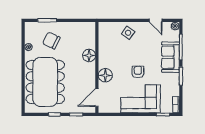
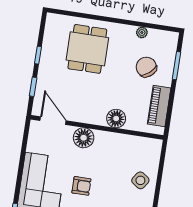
piano: (76, 28) -> (159, 106), added
chair: (51, 40) -> (146, 67), turned -66
dining table: (45, 82) -> (87, 49), width x0.53, depth x0.80

